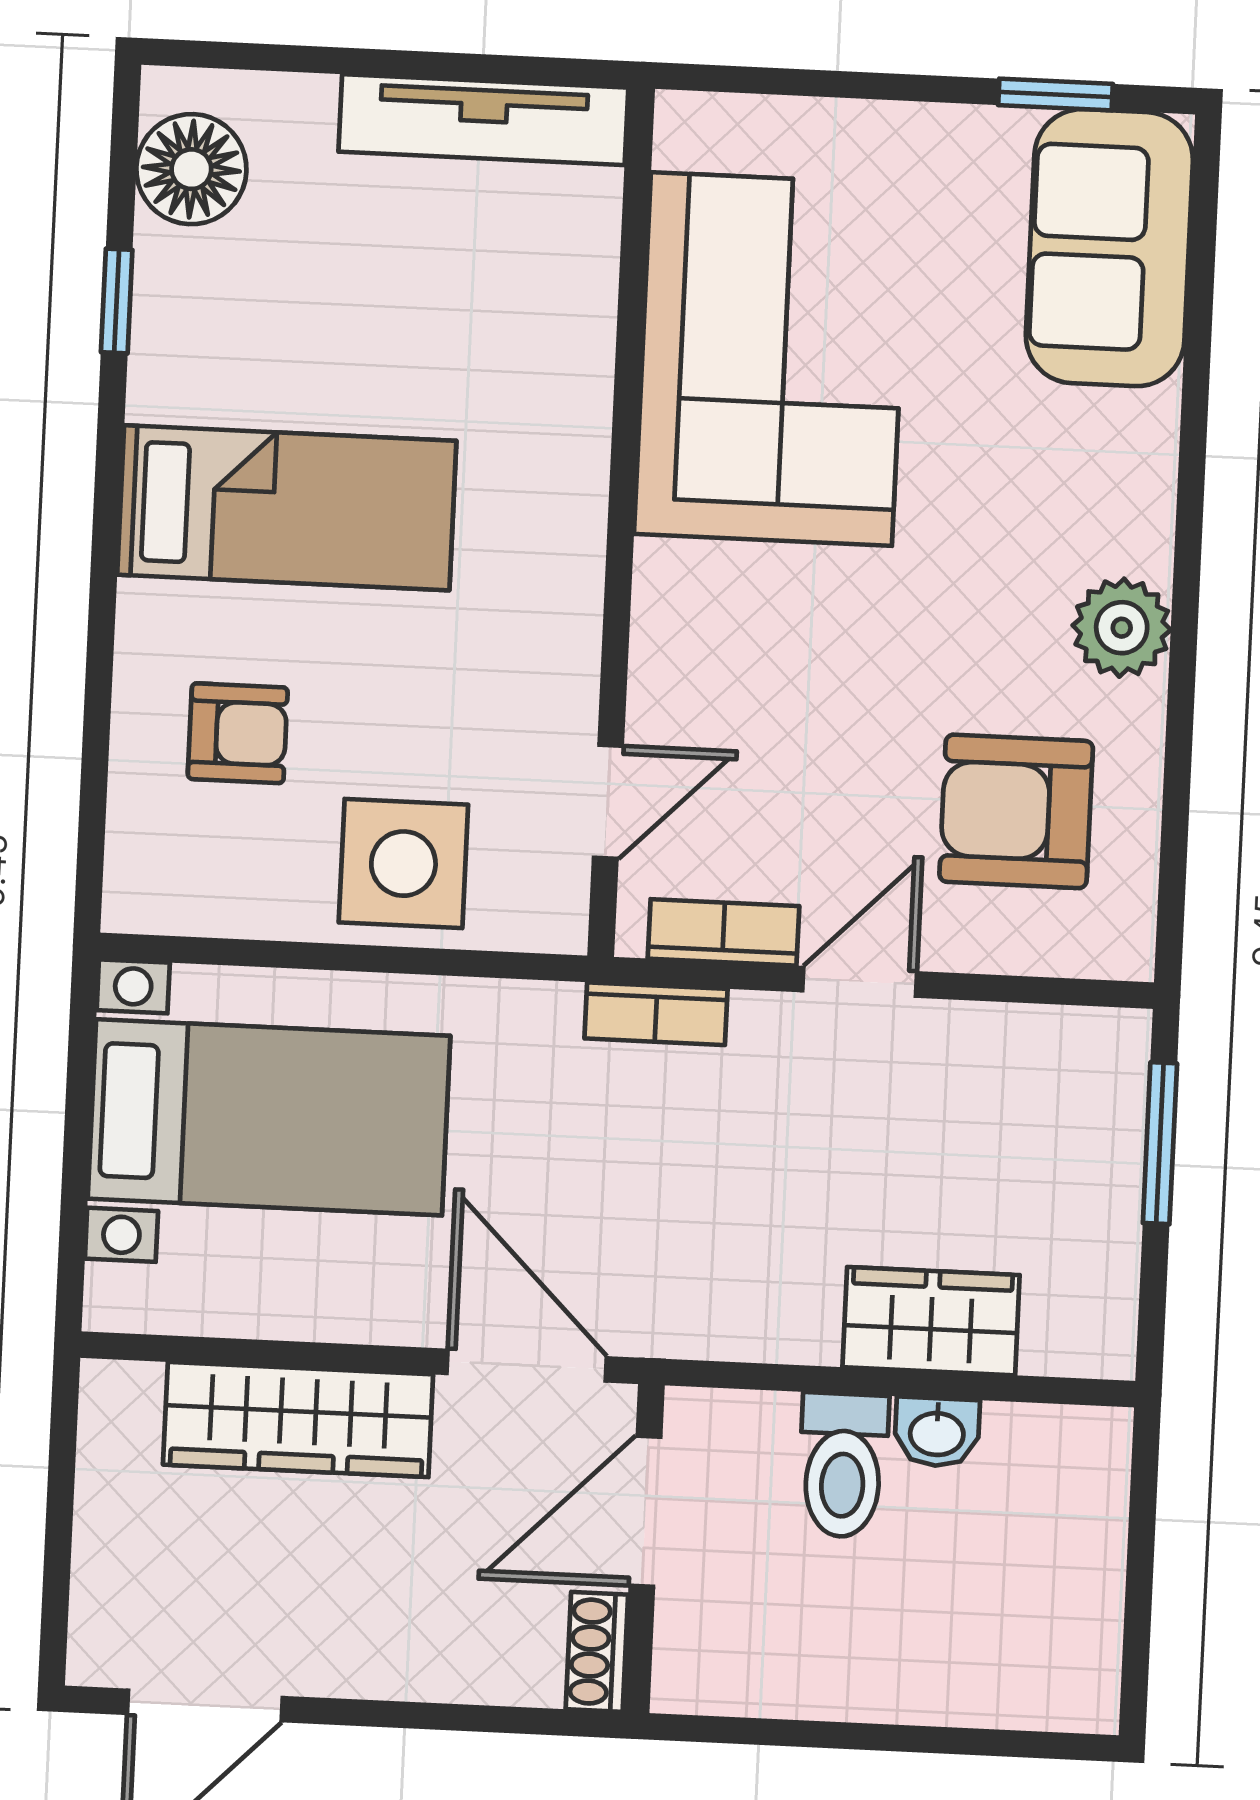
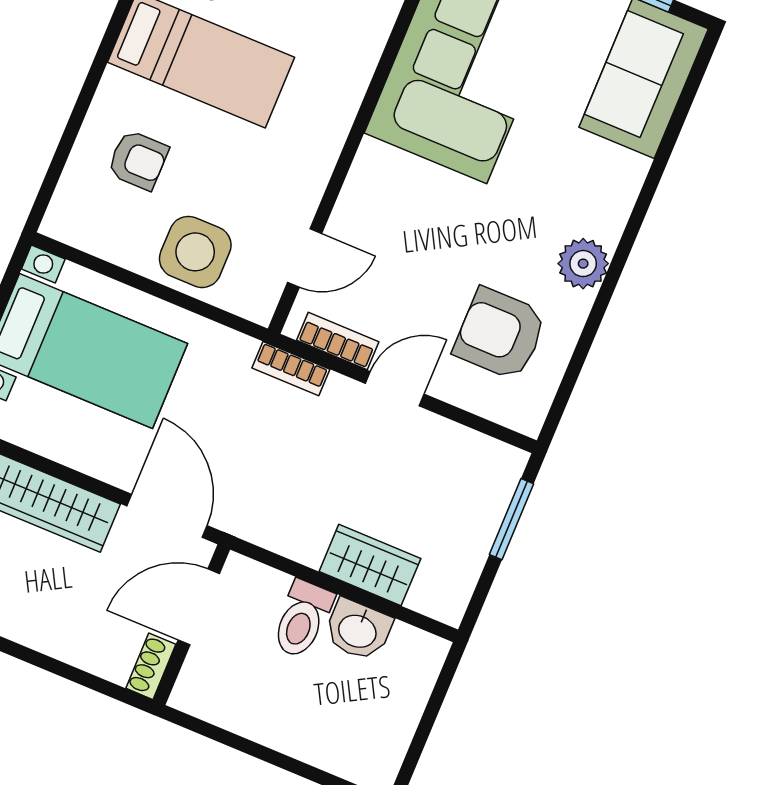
washbasin: (937, 1432) -> (358, 630), width x1.38, depth x1.45

